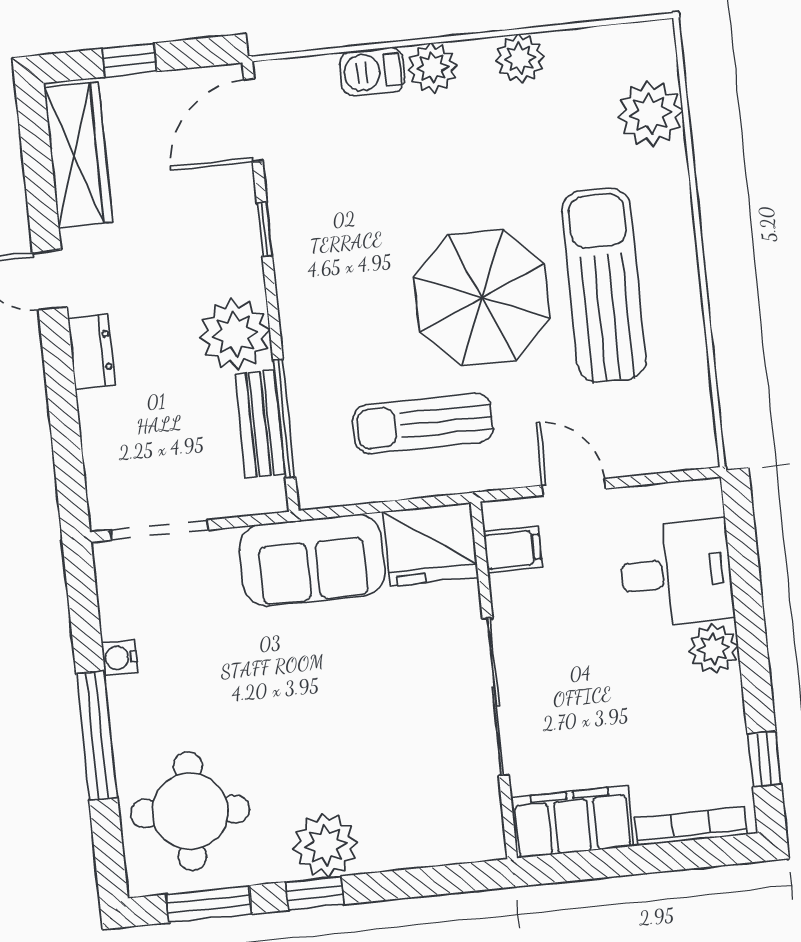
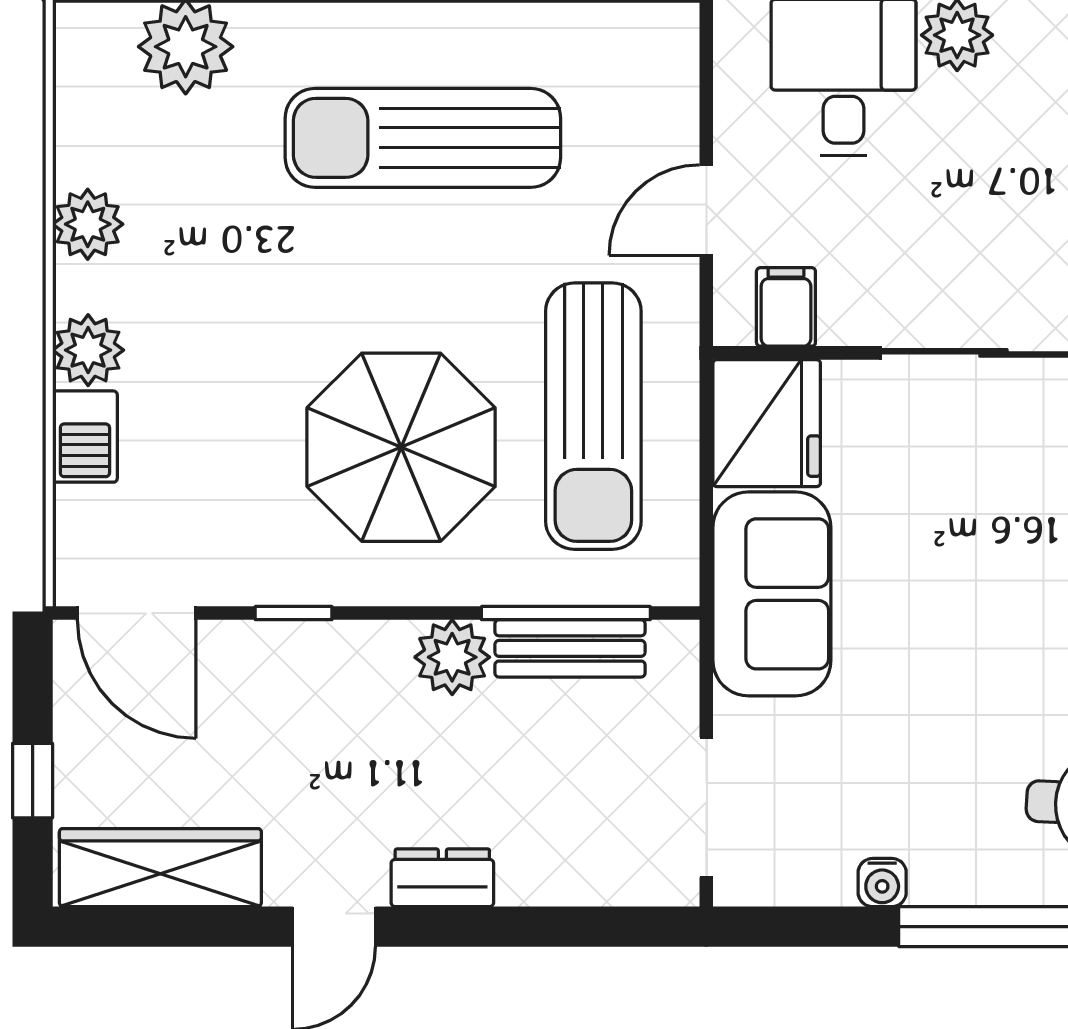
parasol: (482, 298) -> (401, 447), moved
plant: (235, 334) -> (452, 657), width x0.73, depth x0.73
sun lounger: (423, 423) -> (593, 416), width x1.36, depth x1.34

